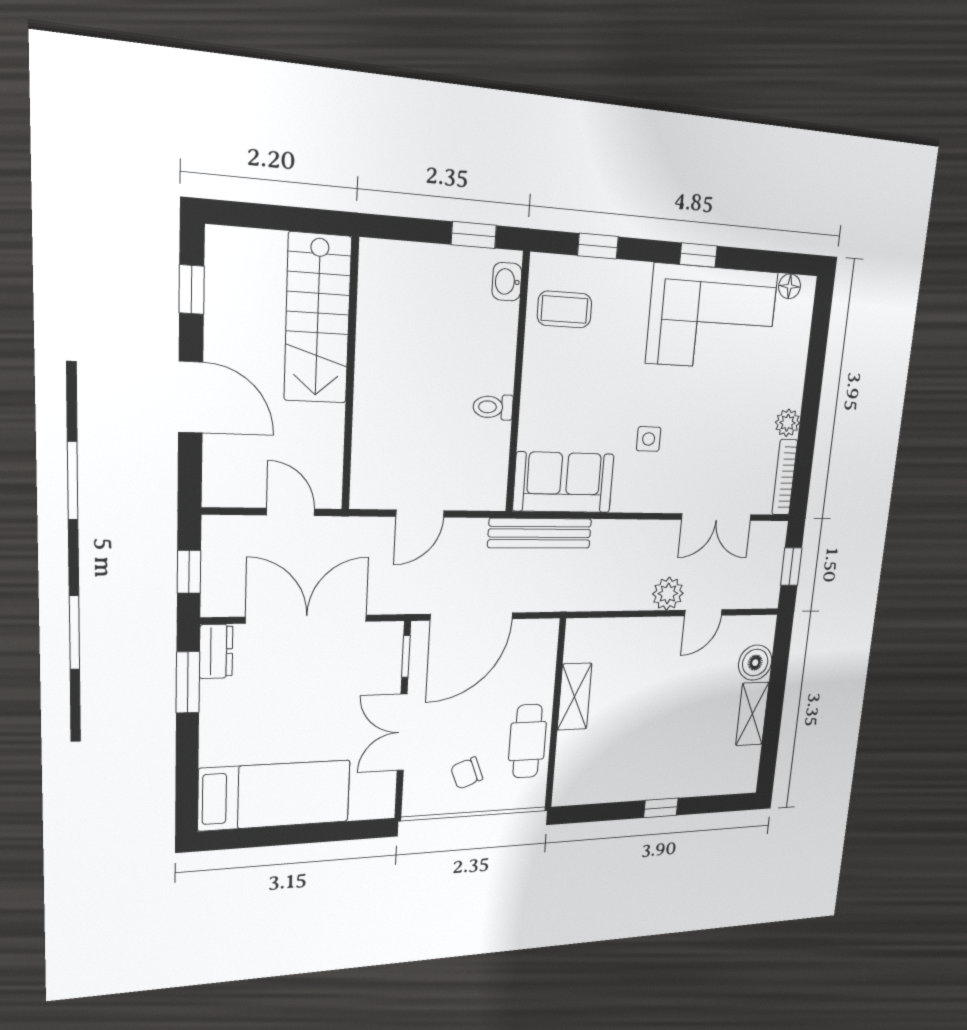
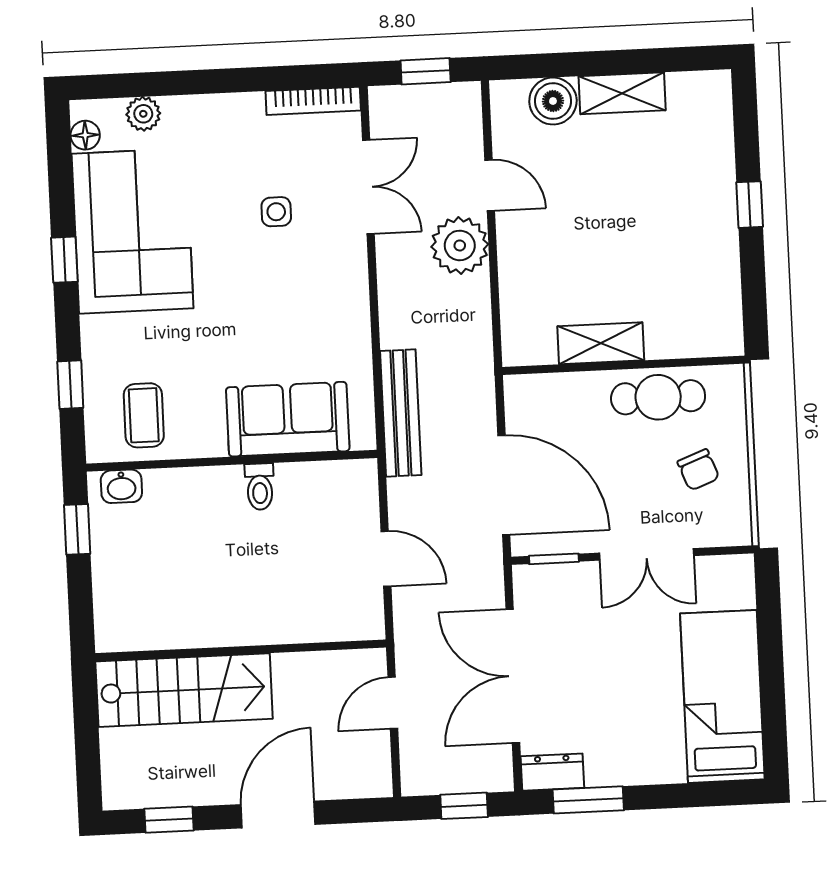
plant: (787, 423) -> (143, 114), moved
side table: (649, 439) -> (276, 212), moved
sofa: (564, 482) -> (288, 419), moved, turned 90
plant: (668, 594) -> (460, 245), width x1.36, depth x1.36

